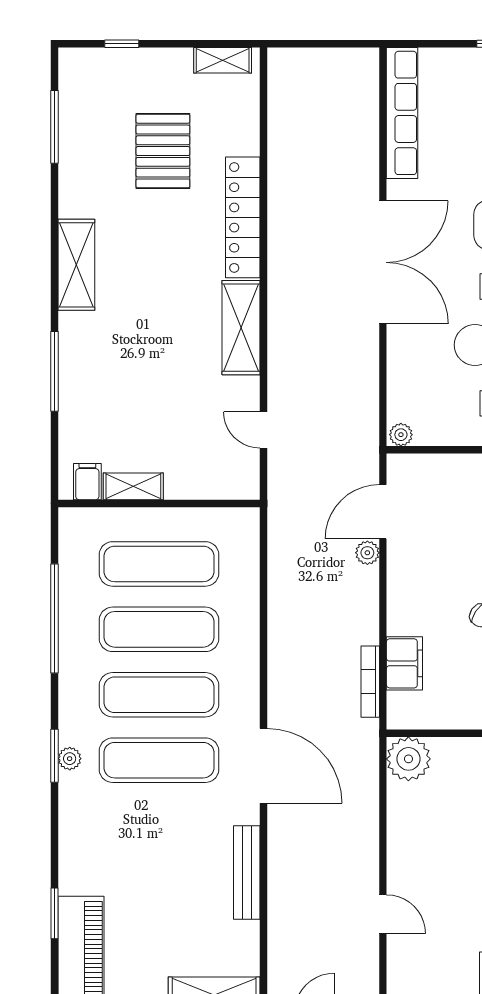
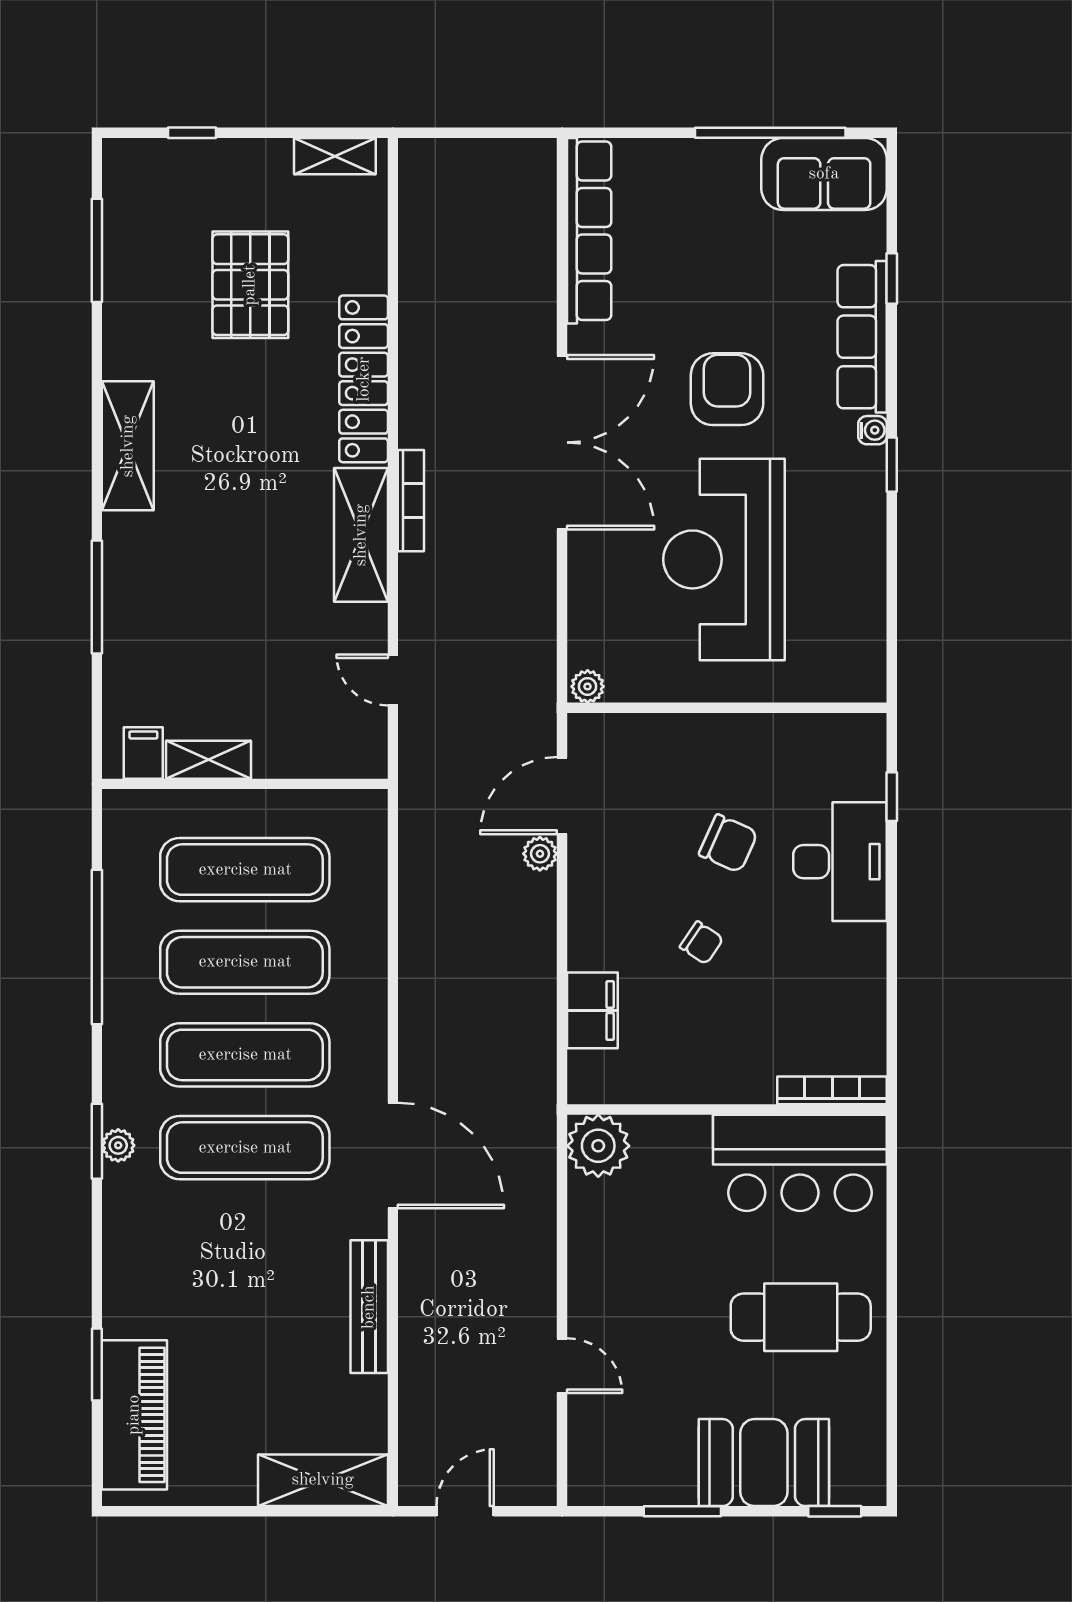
bookcase: (370, 682) -> (411, 501), moved, turned 180

